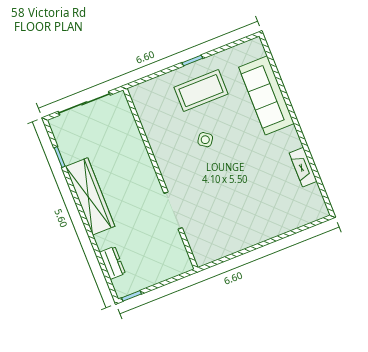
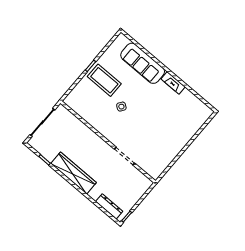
coffee table: (201, 91) -> (104, 80), turned 90
fireplace: (303, 167) -> (173, 83), moved
dresser: (112, 263) -> (109, 206), width x1.44

